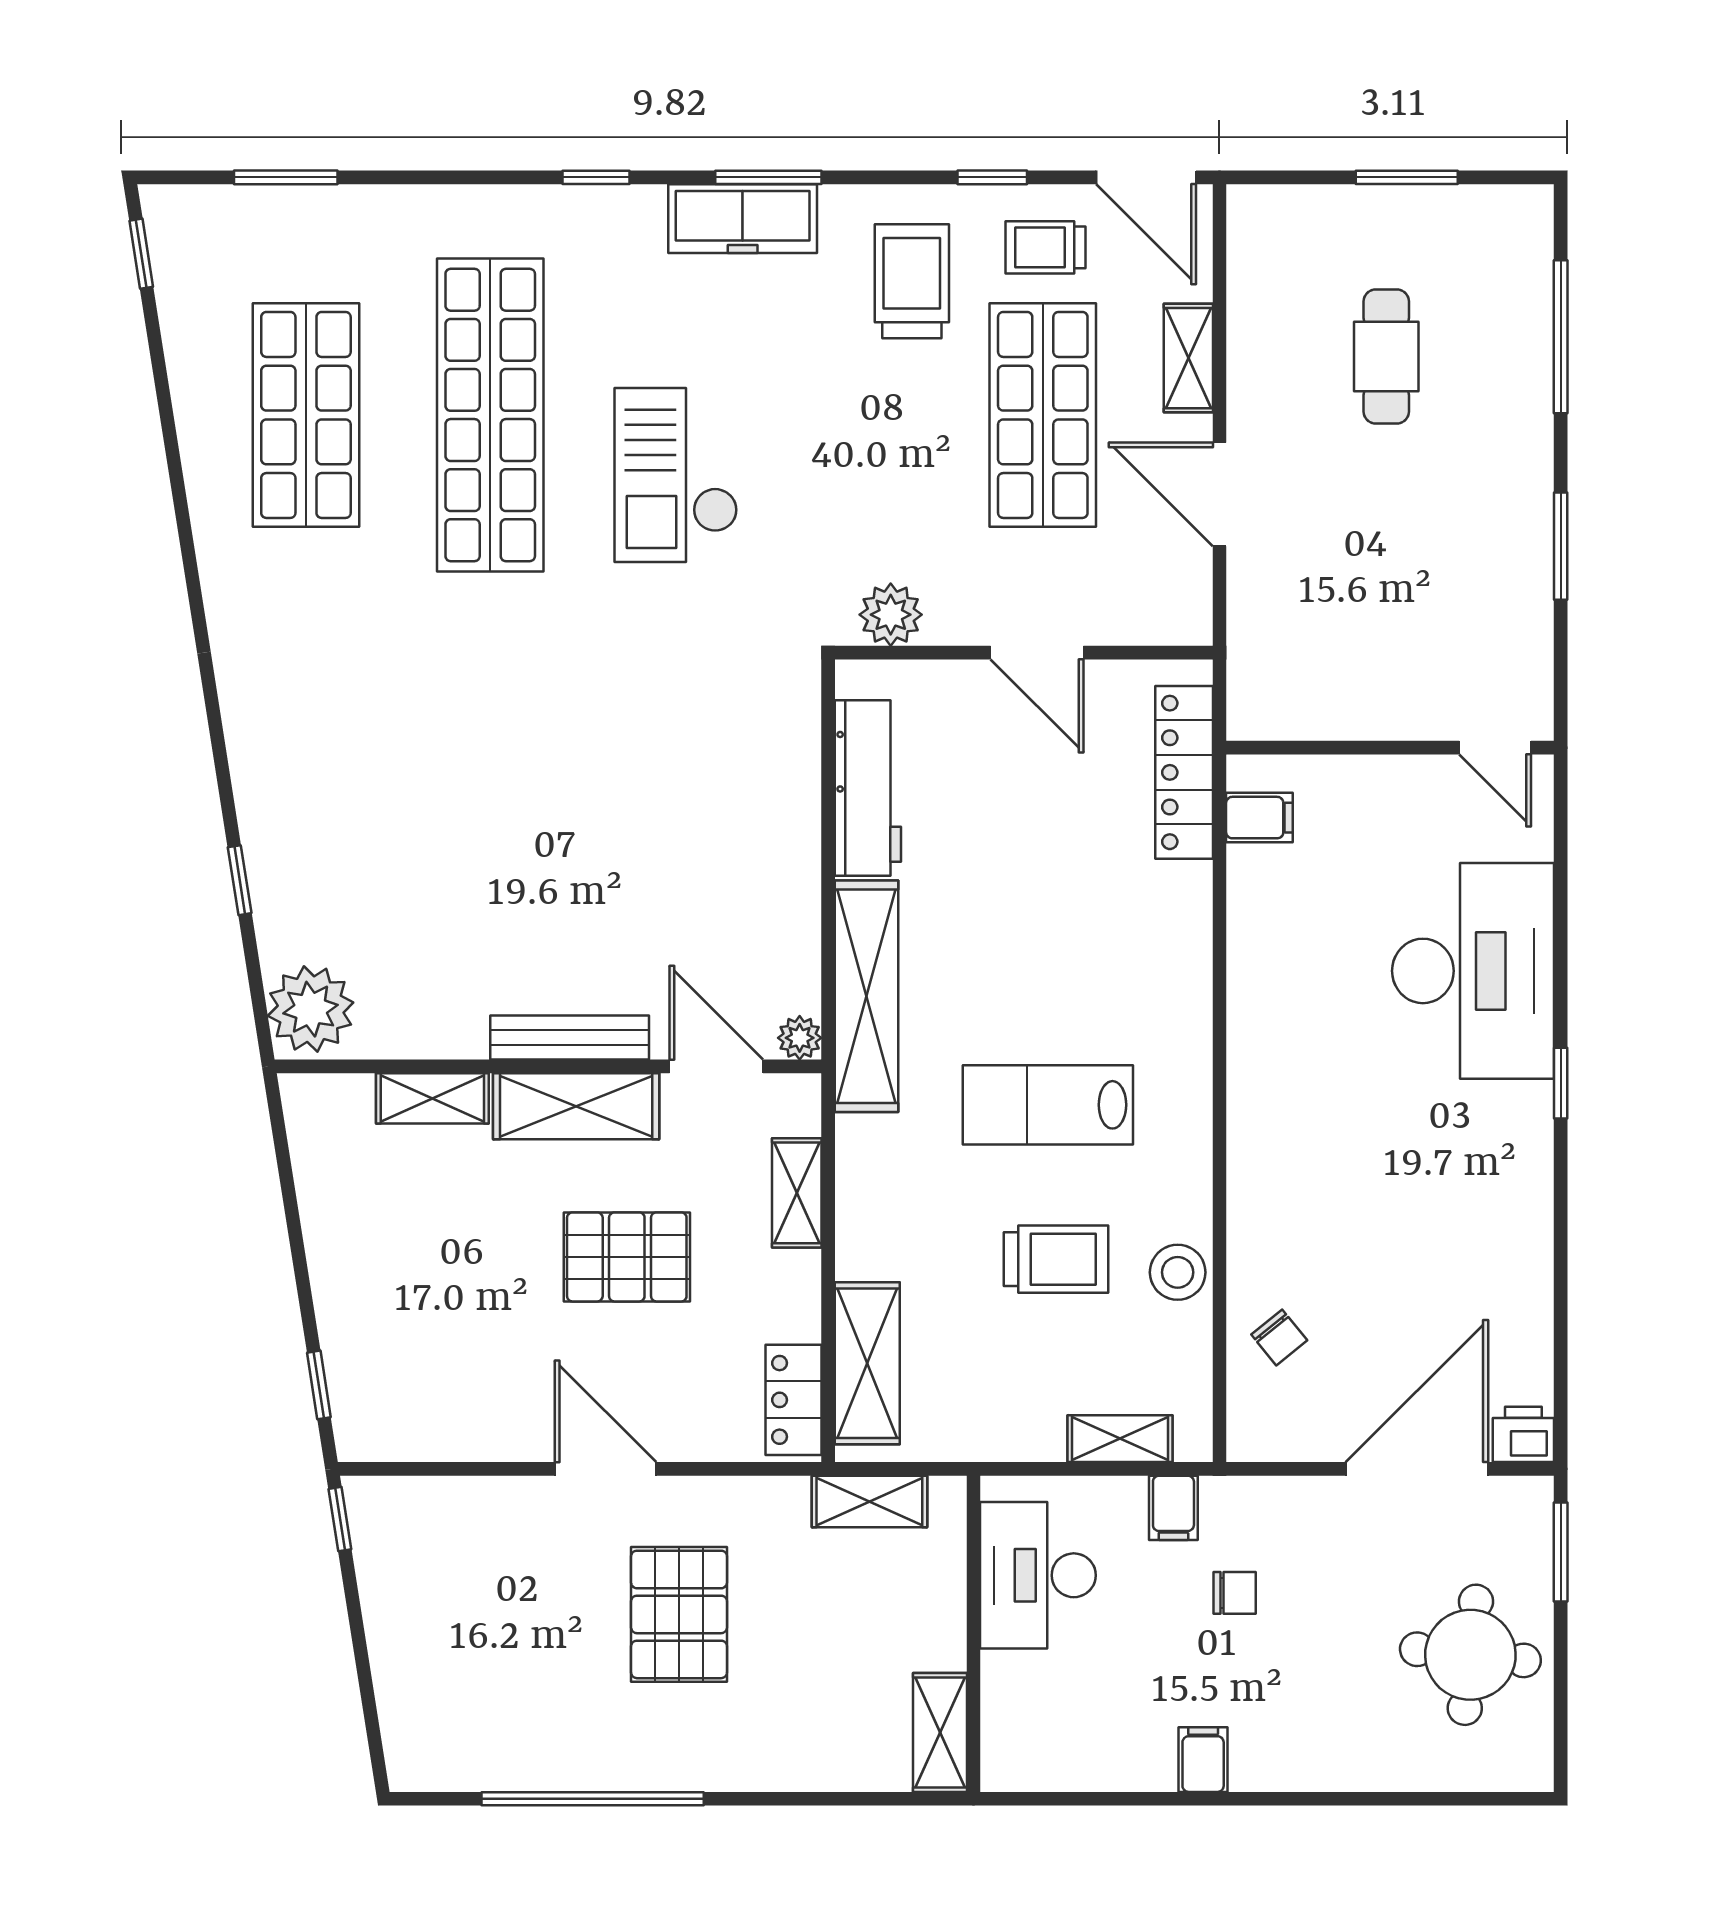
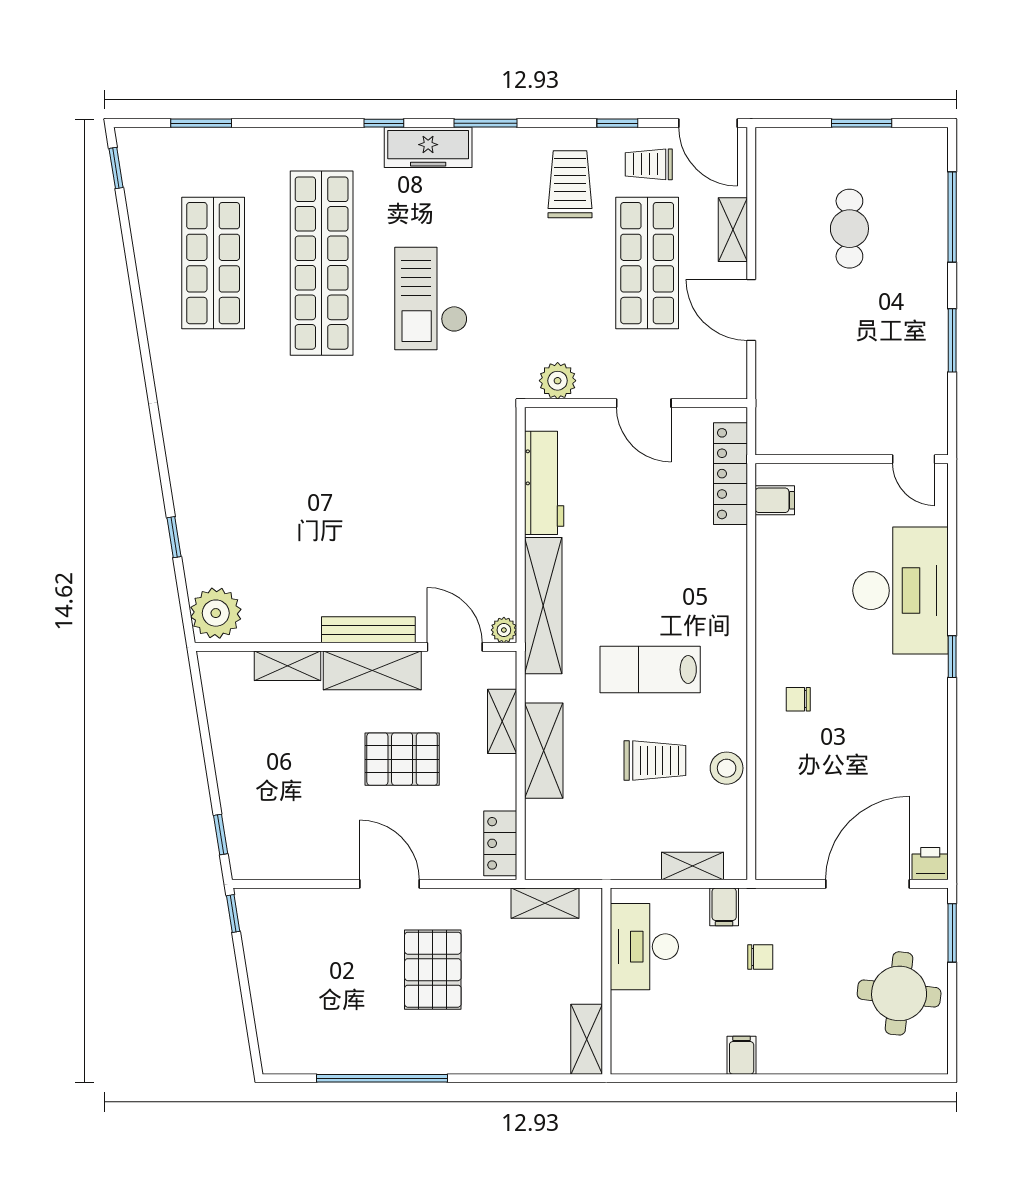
freezer: (743, 219) -> (428, 147), moved
chair: (1279, 1337) -> (798, 699), moved, turned 129
shelving: (867, 1363) -> (544, 751), moved

